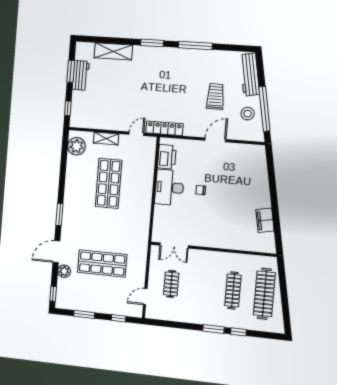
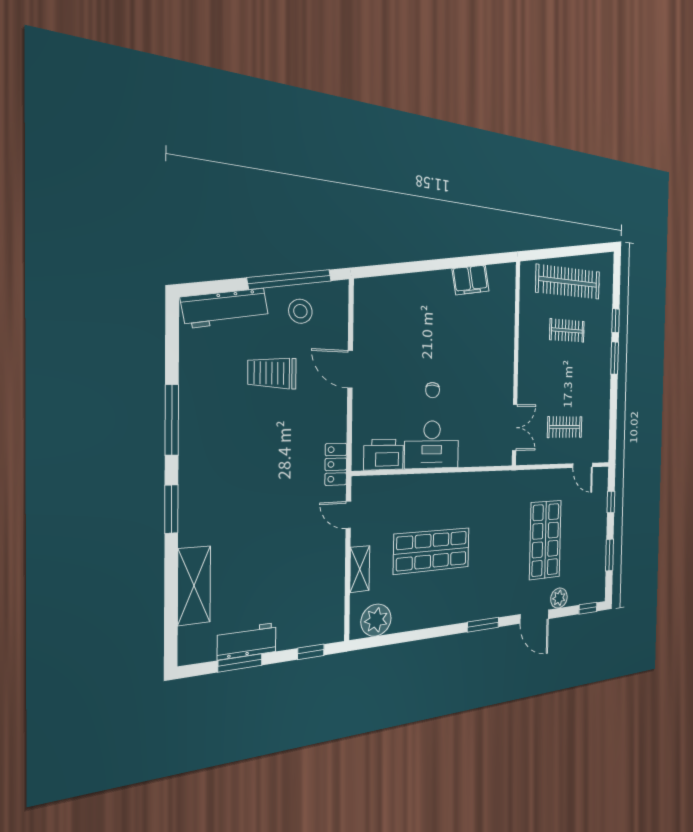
locker: (164, 128) -> (336, 464), width x0.66
clothes rail: (233, 290) -> (567, 330), width x0.73

